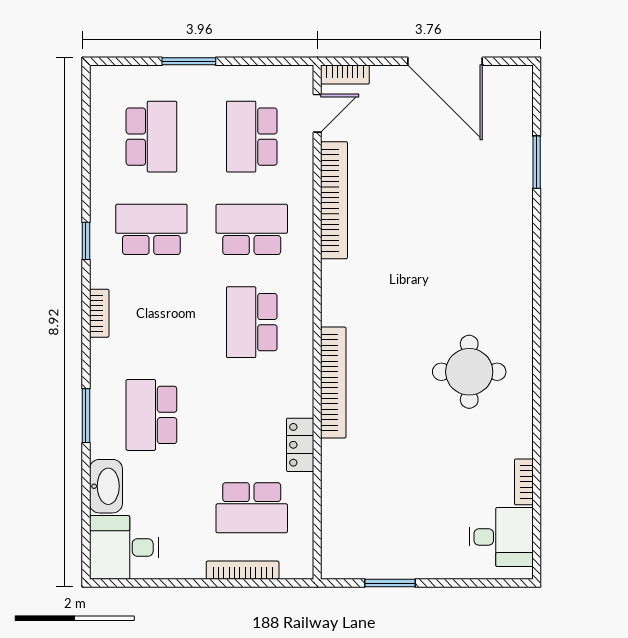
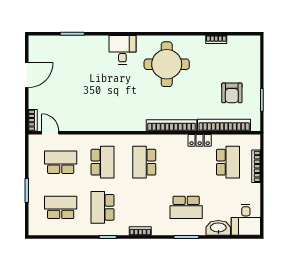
door: (445, 61) -> (27, 75), width x0.73
school desk: (252, 137) -> (61, 162), turned 180
bookcase: (334, 200) -> (224, 125), moved
school desk: (252, 229) -> (103, 162), turned 180
school desk: (252, 322) -> (144, 162), turned 90
round table: (469, 372) -> (167, 64), width x1.36, depth x1.36
armchair: (406, 516) -> (232, 93), added
desk: (501, 537) -> (122, 50), moved

